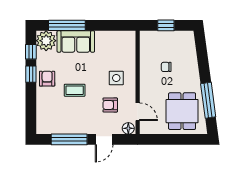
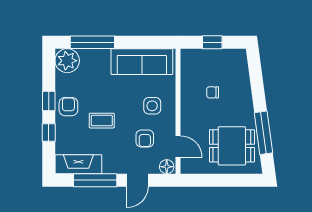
sofa: (76, 41) -> (142, 62), moved, width x1.36
window: (31, 52) -> (49, 133), moved
armchair: (110, 105) -> (145, 138), turned -90
dining table: (182, 111) -> (232, 146), turned 90
fireplace: (55, 126) -> (78, 164), added

